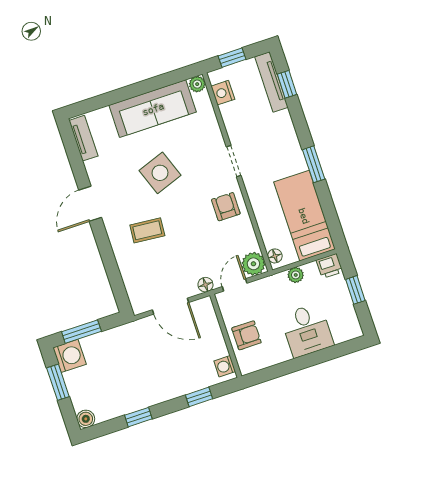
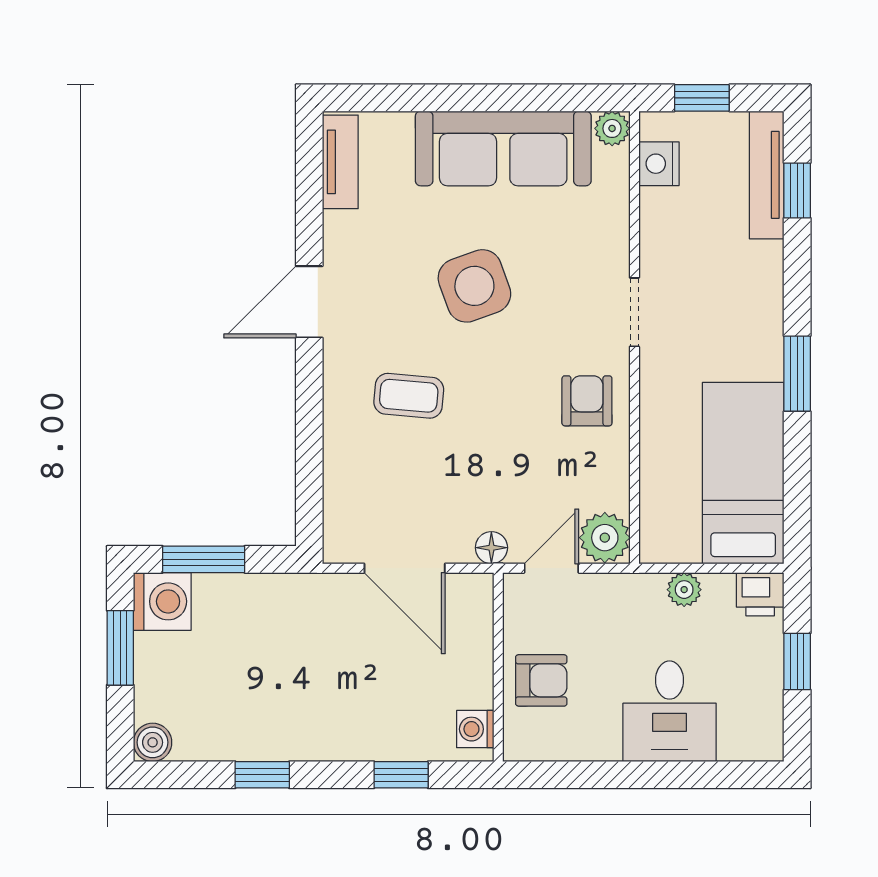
floor lamp: (275, 256) -> (654, 536), removed

